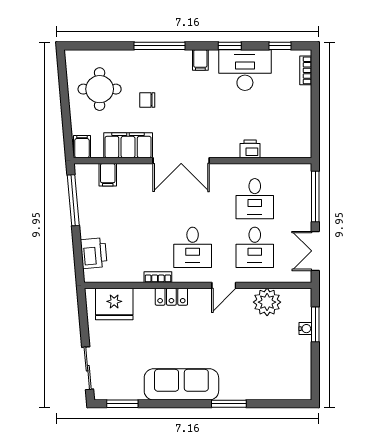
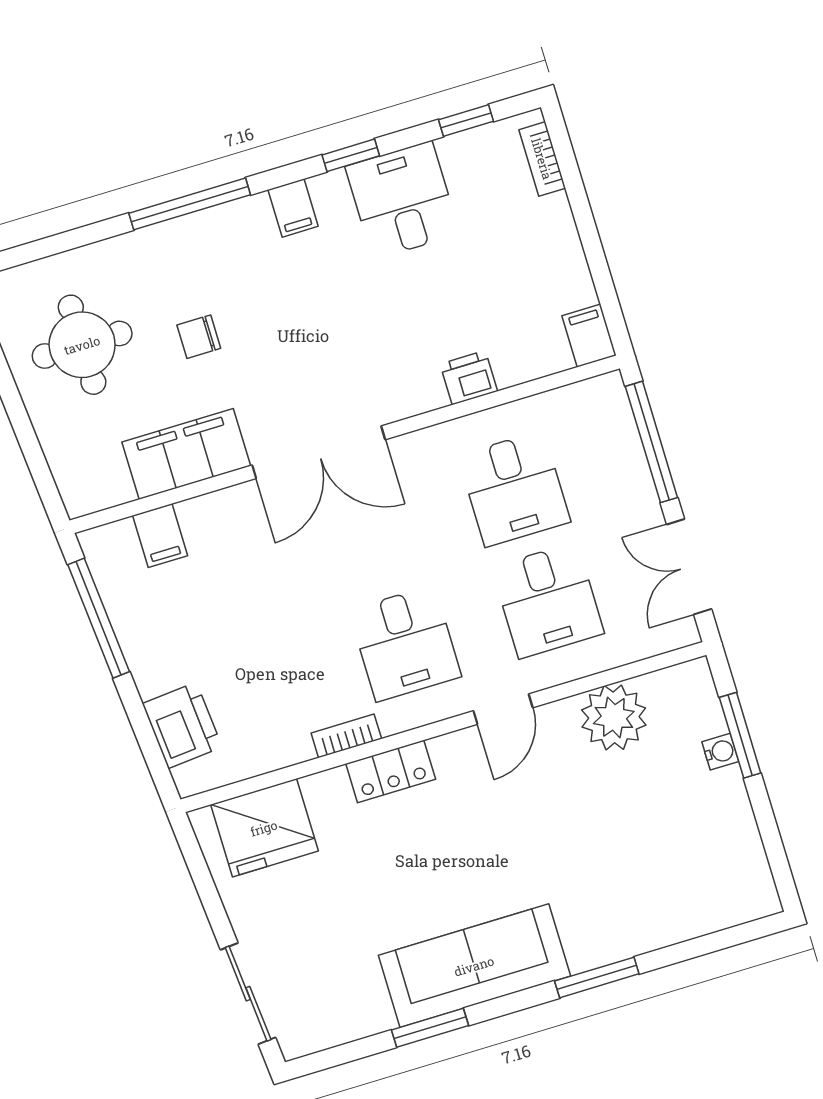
desk: (245, 70) -> (402, 200), width x0.73
filing cabinet: (82, 147) -> (589, 336), moved
window: (122, 404) -> (430, 1028), moved

